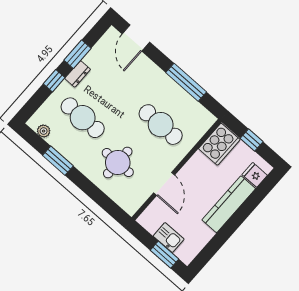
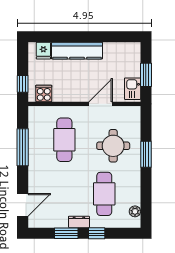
window: (252, 140) -> (23, 84), moved
cooker: (219, 144) -> (44, 93), width x0.53, depth x0.76
window: (58, 161) -> (146, 154), moved
kitchen sink: (169, 238) -> (133, 89), moved
window: (164, 255) -> (146, 75), moved

